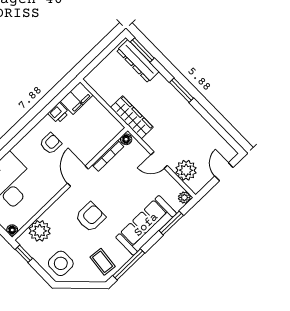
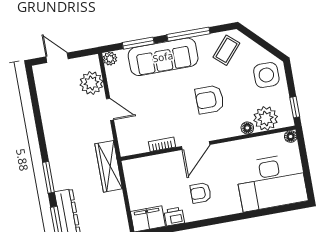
window: (181, 90) -> (48, 177), moved
floor lamp: (126, 139) -> (247, 128), moved
bookcase: (108, 156) -> (162, 144), width x0.64
door: (224, 172) -> (57, 58), swing flipped
coffee table: (103, 262) -> (226, 50), turned 35
window: (129, 264) -> (188, 34), moved

